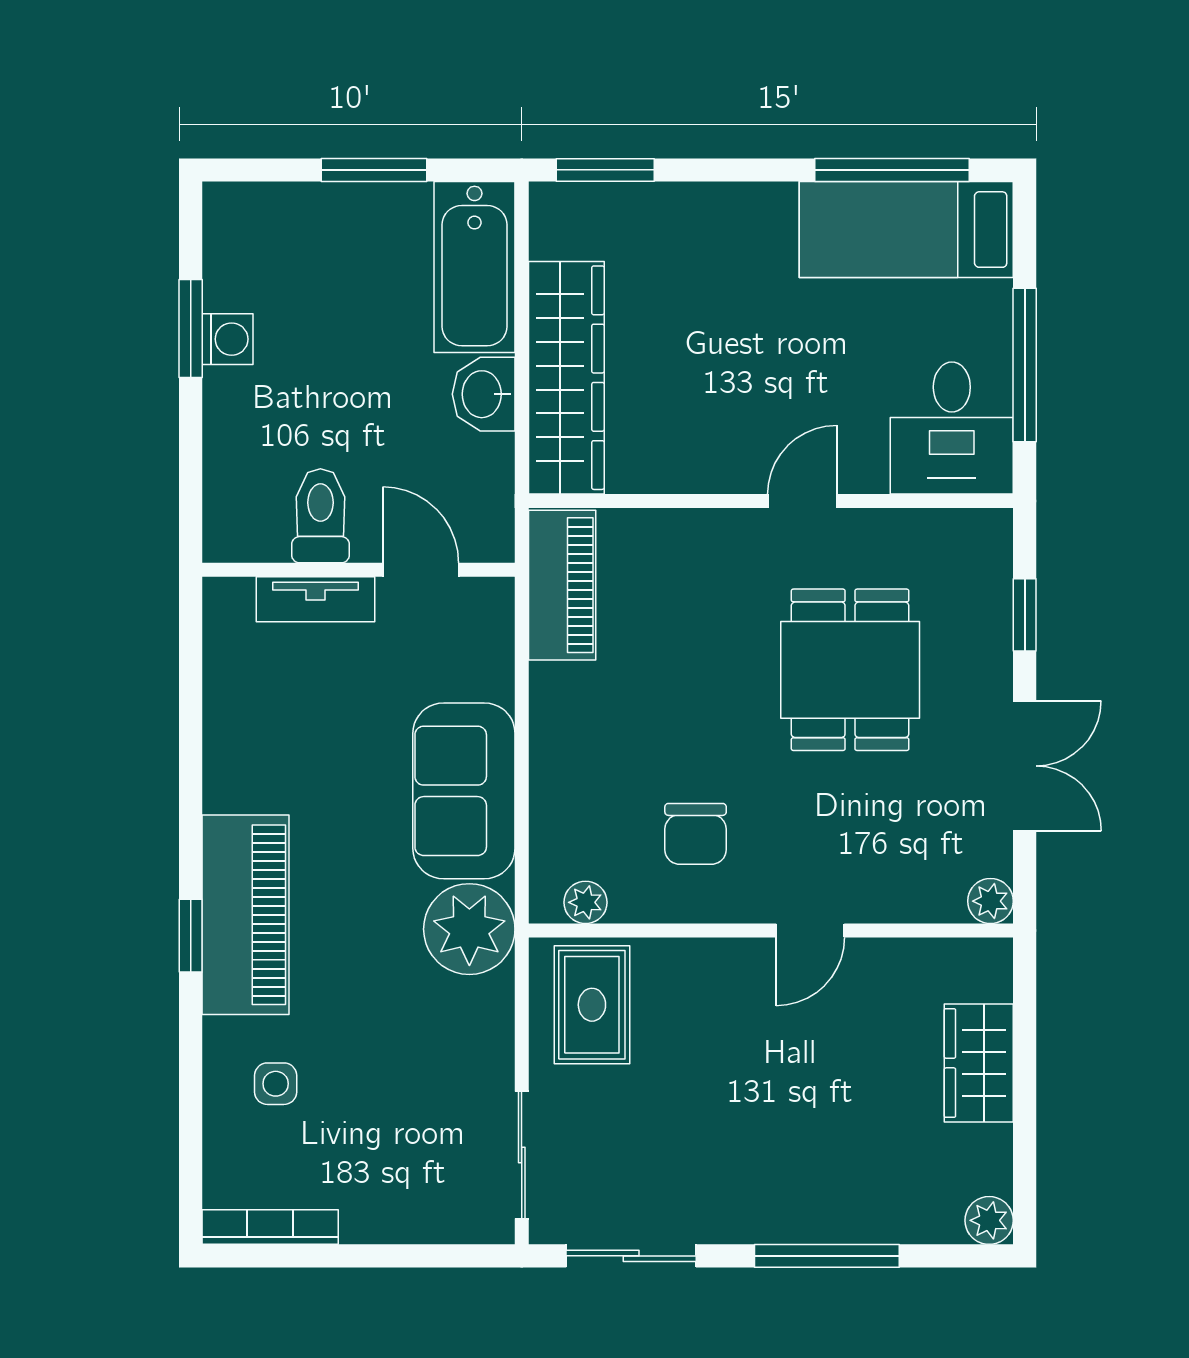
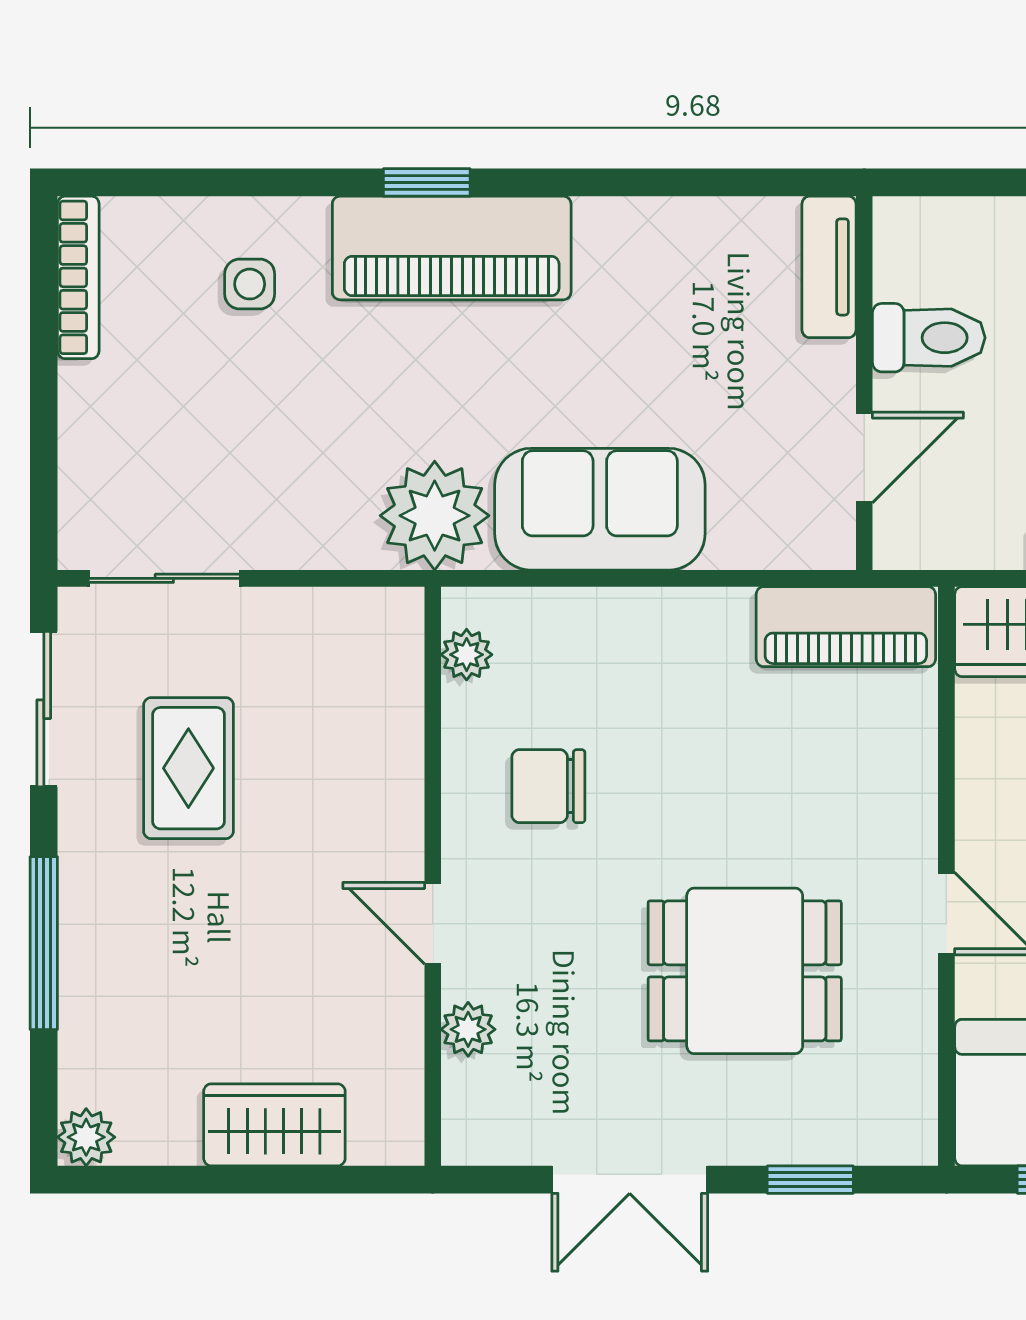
tv unit: (315, 599) -> (829, 267), moved
plant: (990, 901) -> (468, 1029), moved
rug: (592, 1005) -> (188, 768), moved, turned 90

